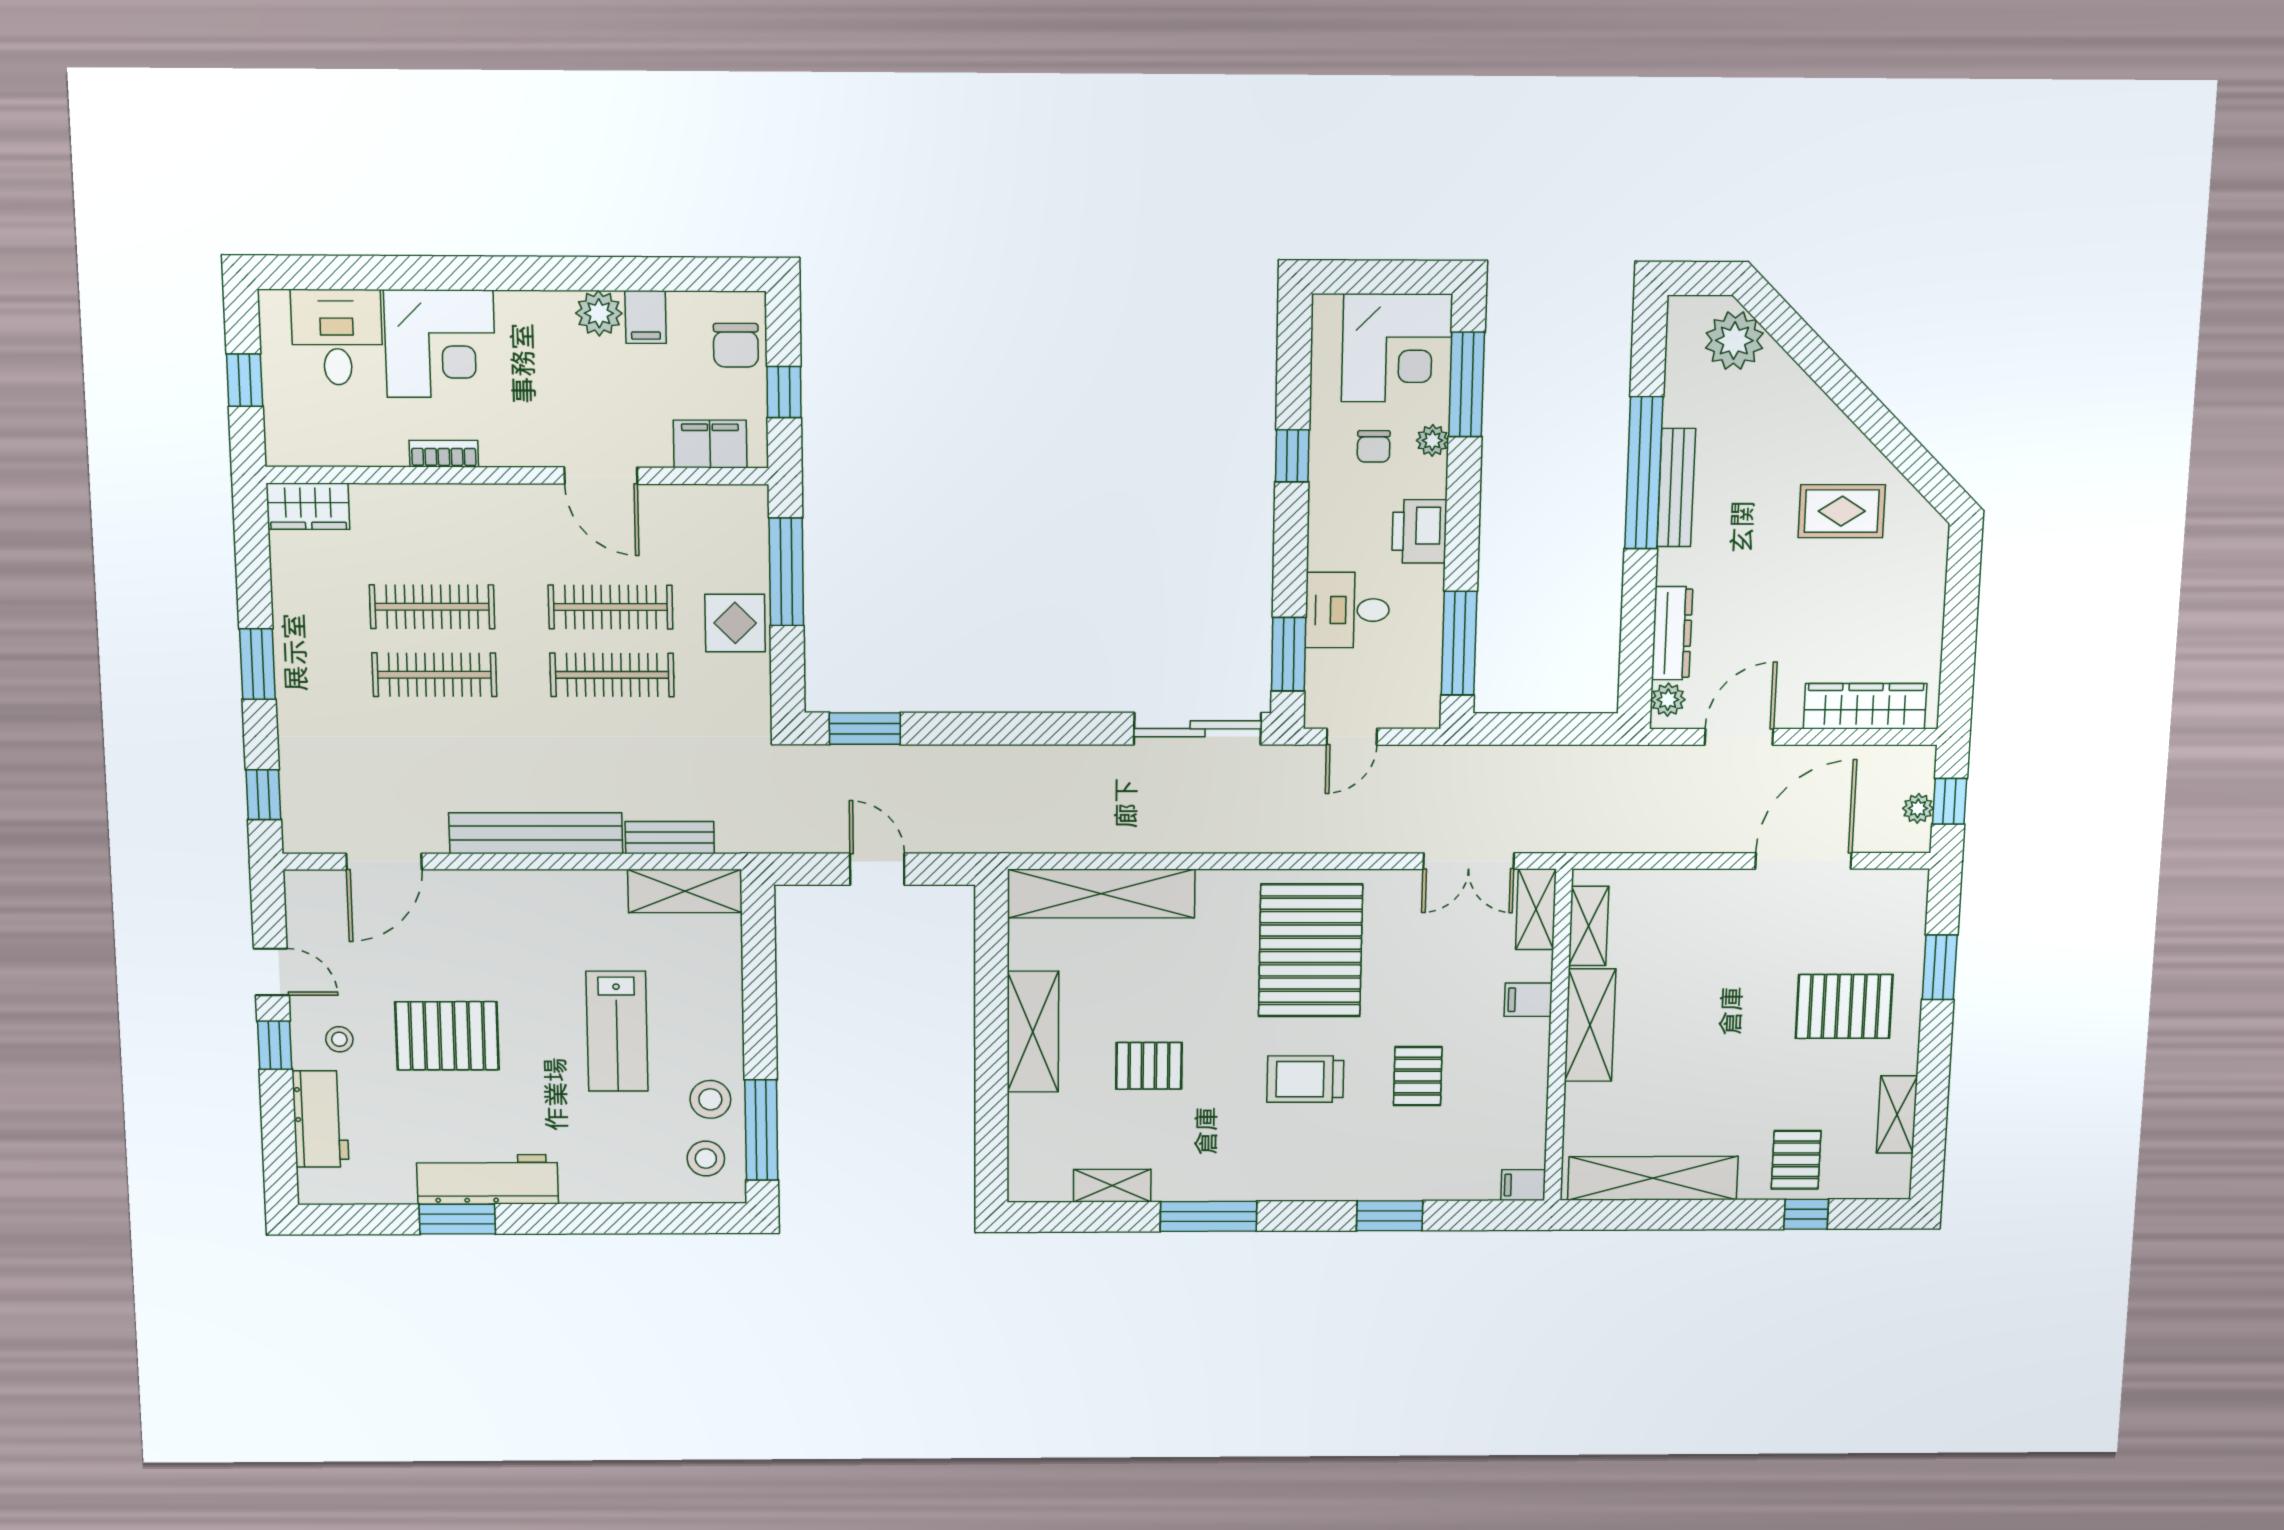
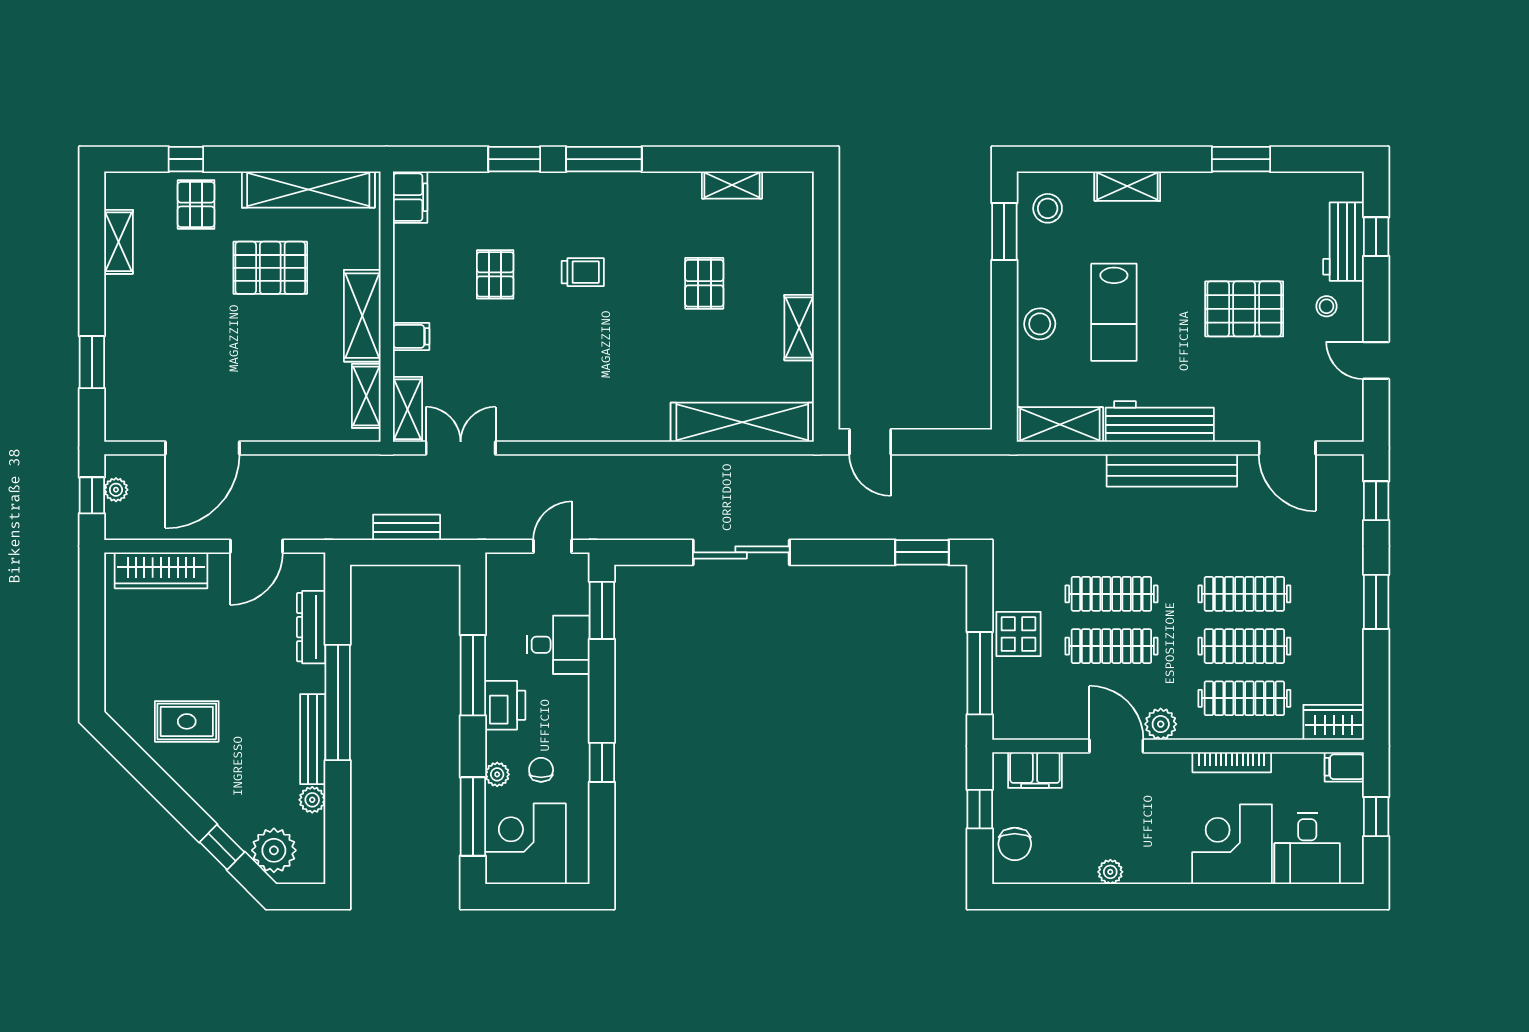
plant: (599, 313) -> (1110, 872), width x0.73, depth x0.73
filing cabinet: (646, 317) -> (1344, 767), moved, turned -90
chair: (736, 345) -> (1015, 844), turned 180
window: (1803, 345) -> (222, 847), added
bookcase: (444, 454) -> (1232, 762), width x1.56
window: (1644, 473) -> (338, 703), moved
plant: (542, 505) -> (1161, 724), added
clothes rail: (430, 538) -> (1244, 698), added
window: (1459, 643) -> (473, 675), moved
plant: (1668, 700) -> (312, 800), moved
sliding door: (1198, 729) -> (741, 552), moved
bench: (670, 838) -> (407, 527), moved
door: (384, 862) -> (1287, 448), swing flipped
door: (877, 869) -> (870, 442), moved
pallet: (1310, 950) -> (581, 376), removed
pallet: (1844, 1006) -> (270, 268), moved
lab bench: (617, 1031) -> (1114, 312), turned 180
shelving: (1033, 1032) -> (799, 328), width x0.67, depth x0.75
window: (275, 1045) -> (1376, 237), moved
pallet: (1149, 1066) -> (704, 283), turned 90
trolley: (1305, 1079) -> (583, 272), width x0.73, depth x0.72
stool: (710, 1099) -> (1040, 324), moved
window: (761, 1130) -> (1004, 232), width x0.69
workbench: (488, 1179) -> (1160, 421), moved, turned 180
filing cabinet: (1523, 1185) -> (410, 197), width x2.00
shelving: (603, 1186) -> (1127, 186), added
window: (1209, 1216) -> (604, 159), moved

